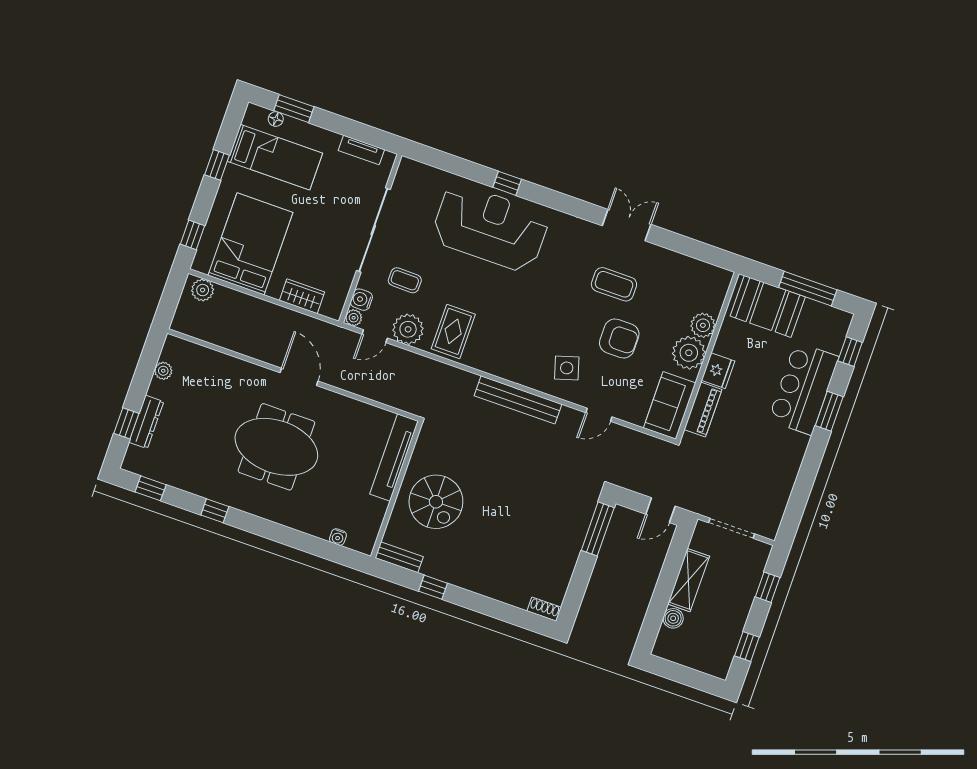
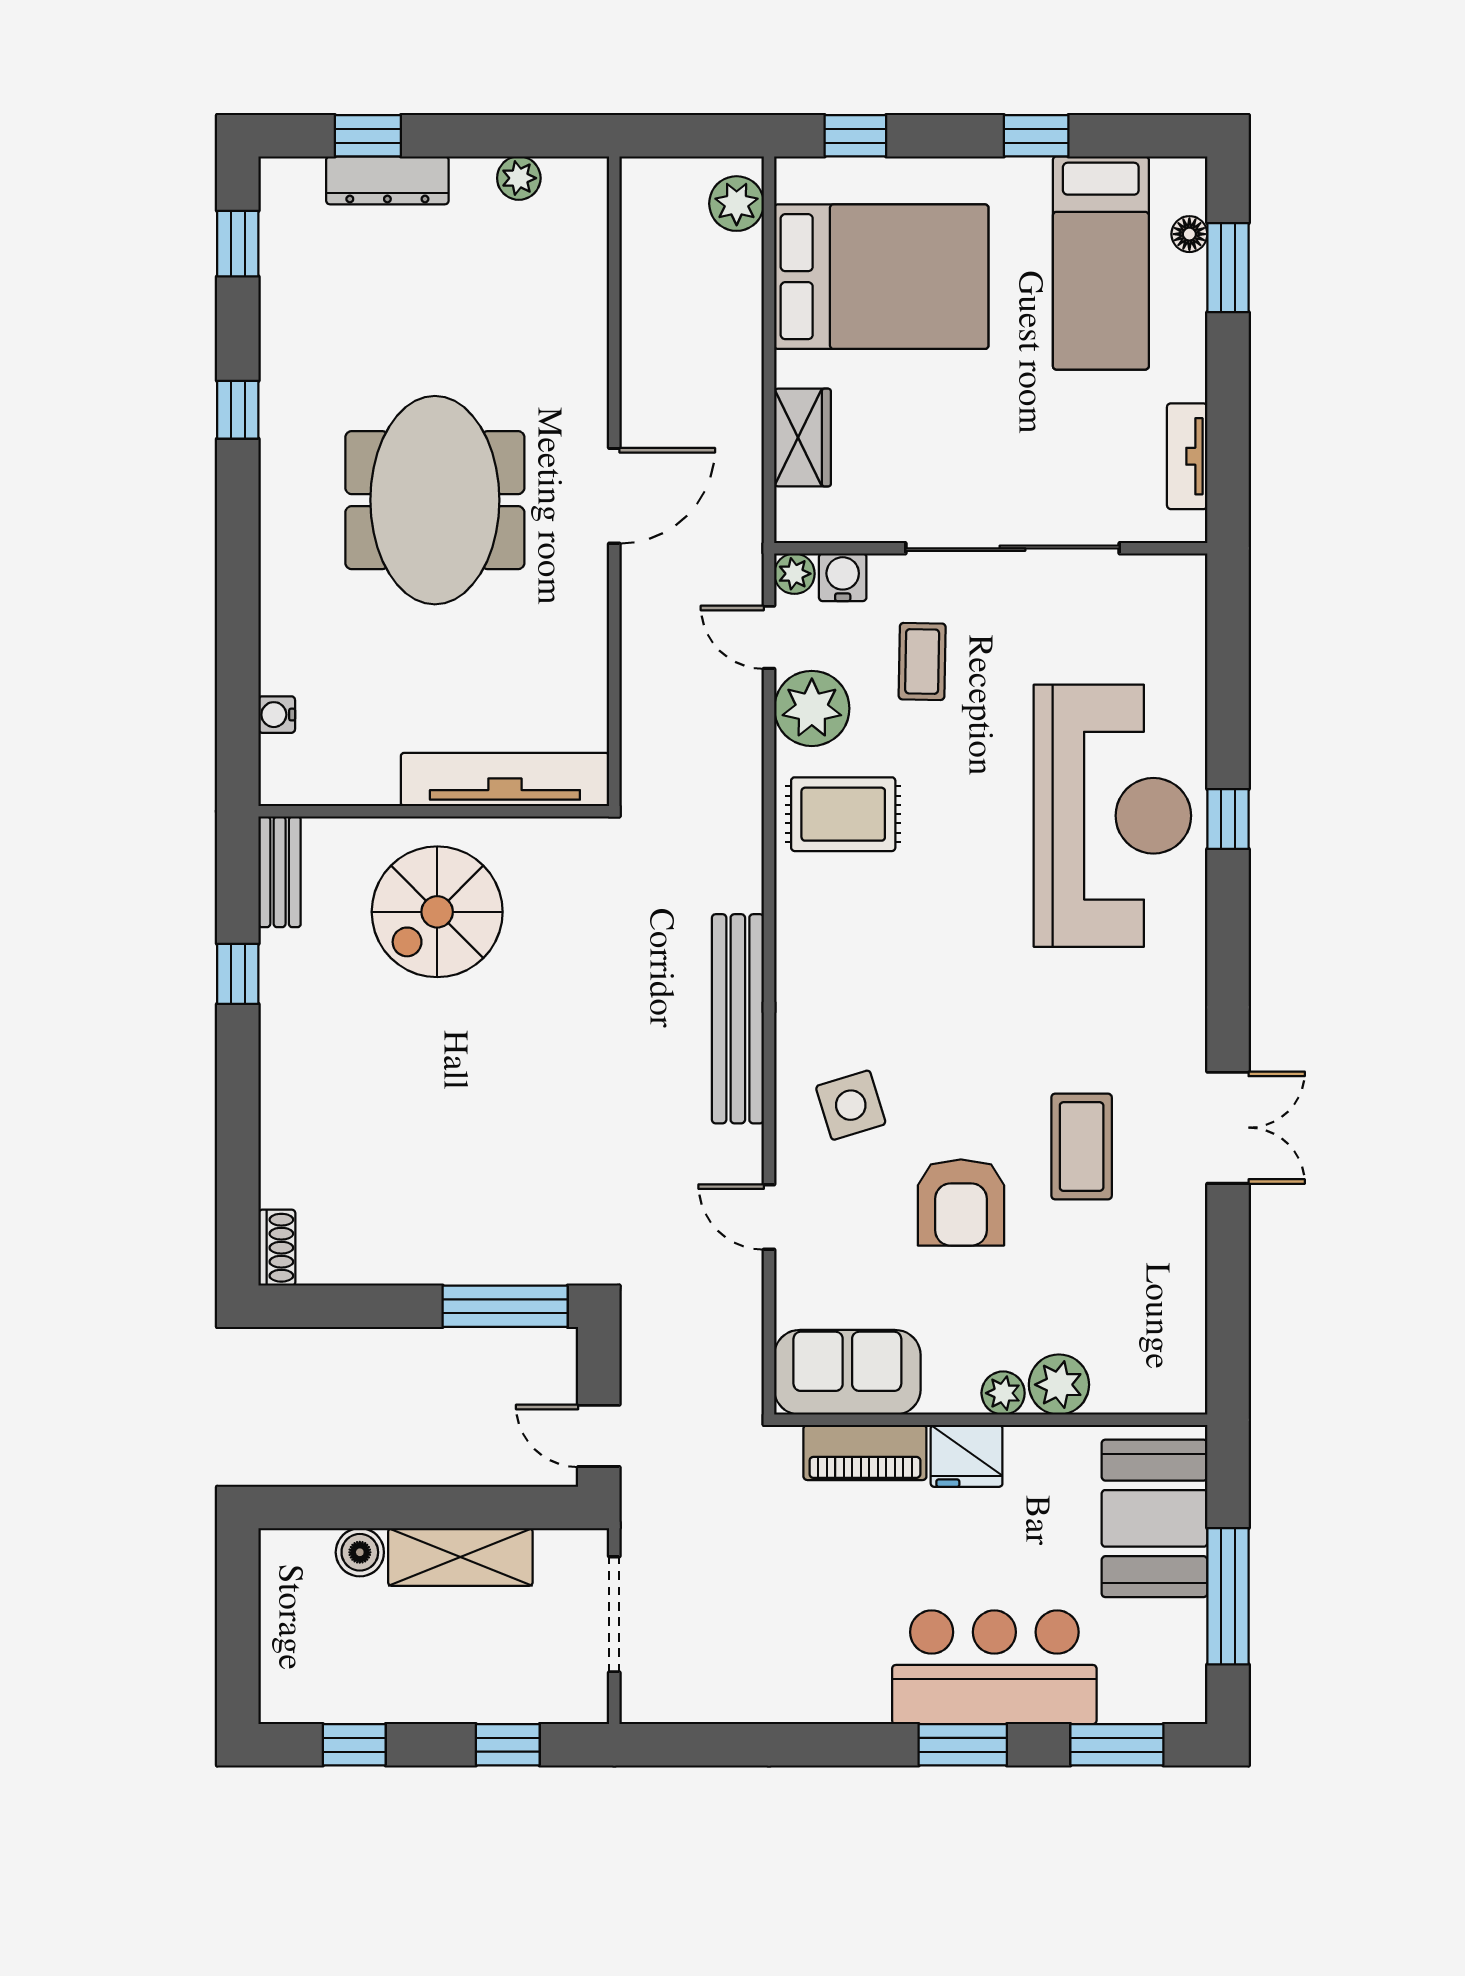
window: (850, 352) -> (1117, 1745), width x1.50
plant: (689, 353) -> (1003, 1393), width x0.53, depth x0.53

